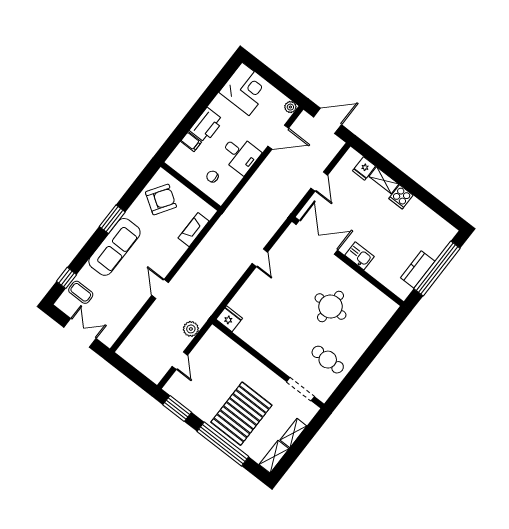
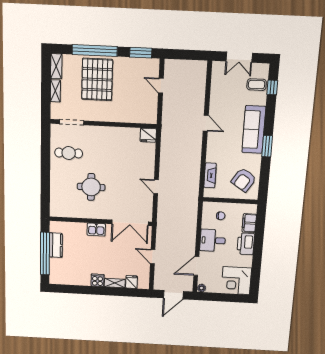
filing cabinet: (191, 142) -> (249, 223), width x2.00
plant: (191, 329) -> (168, 111), removed

